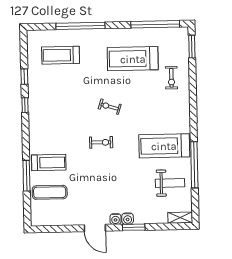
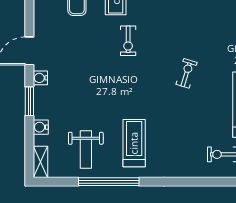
exercise bike: (101, 142) -> (128, 41), moved
treadmill: (164, 146) -> (134, 143), width x0.73, depth x0.73
water cooler: (128, 219) -> (41, 127), moved

